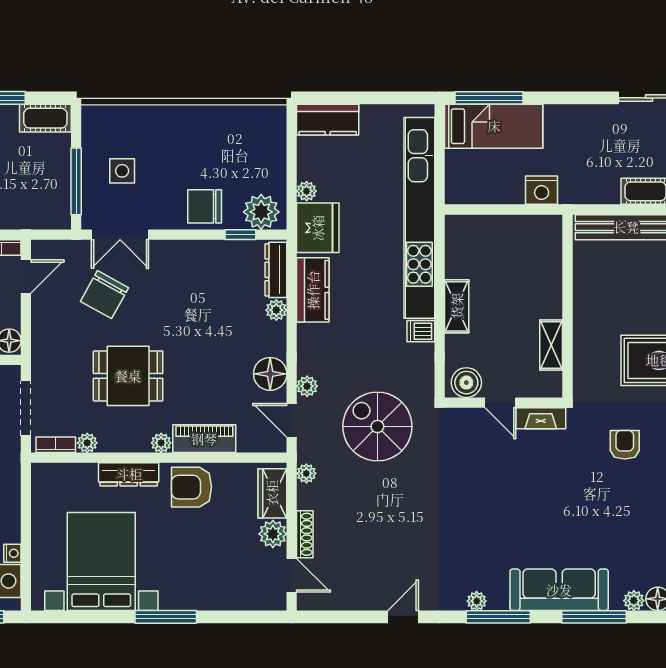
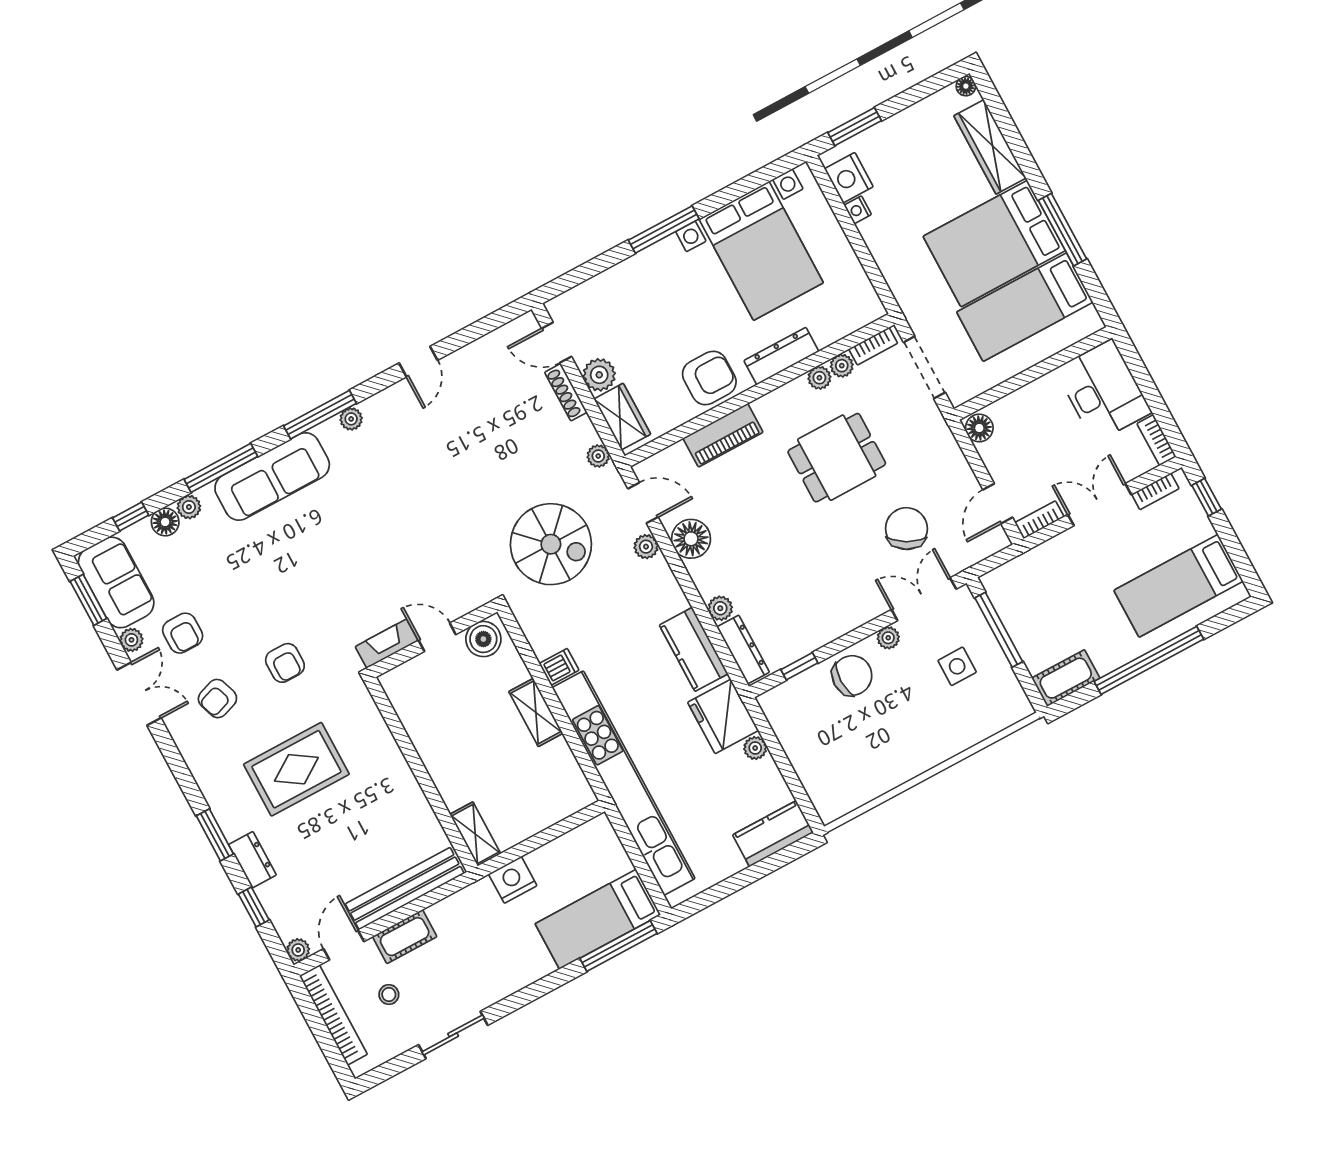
plant: (261, 212) -> (888, 638), moved, width x0.53, depth x0.53
shelving: (551, 345) -> (475, 834), moved
plant: (161, 443) -> (819, 378), moved

